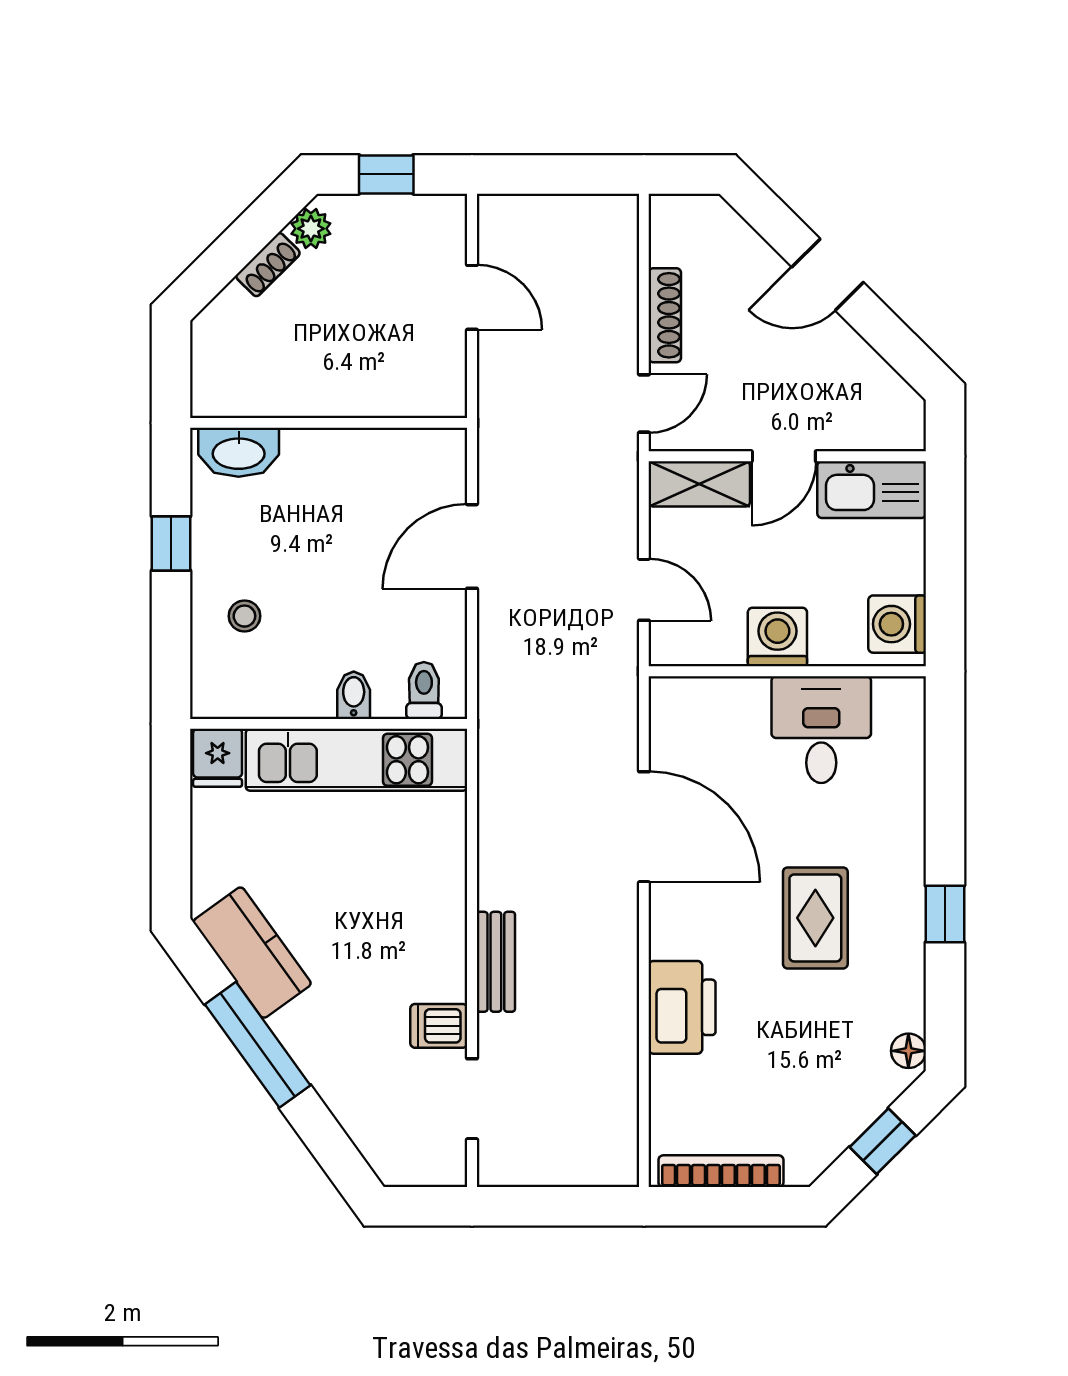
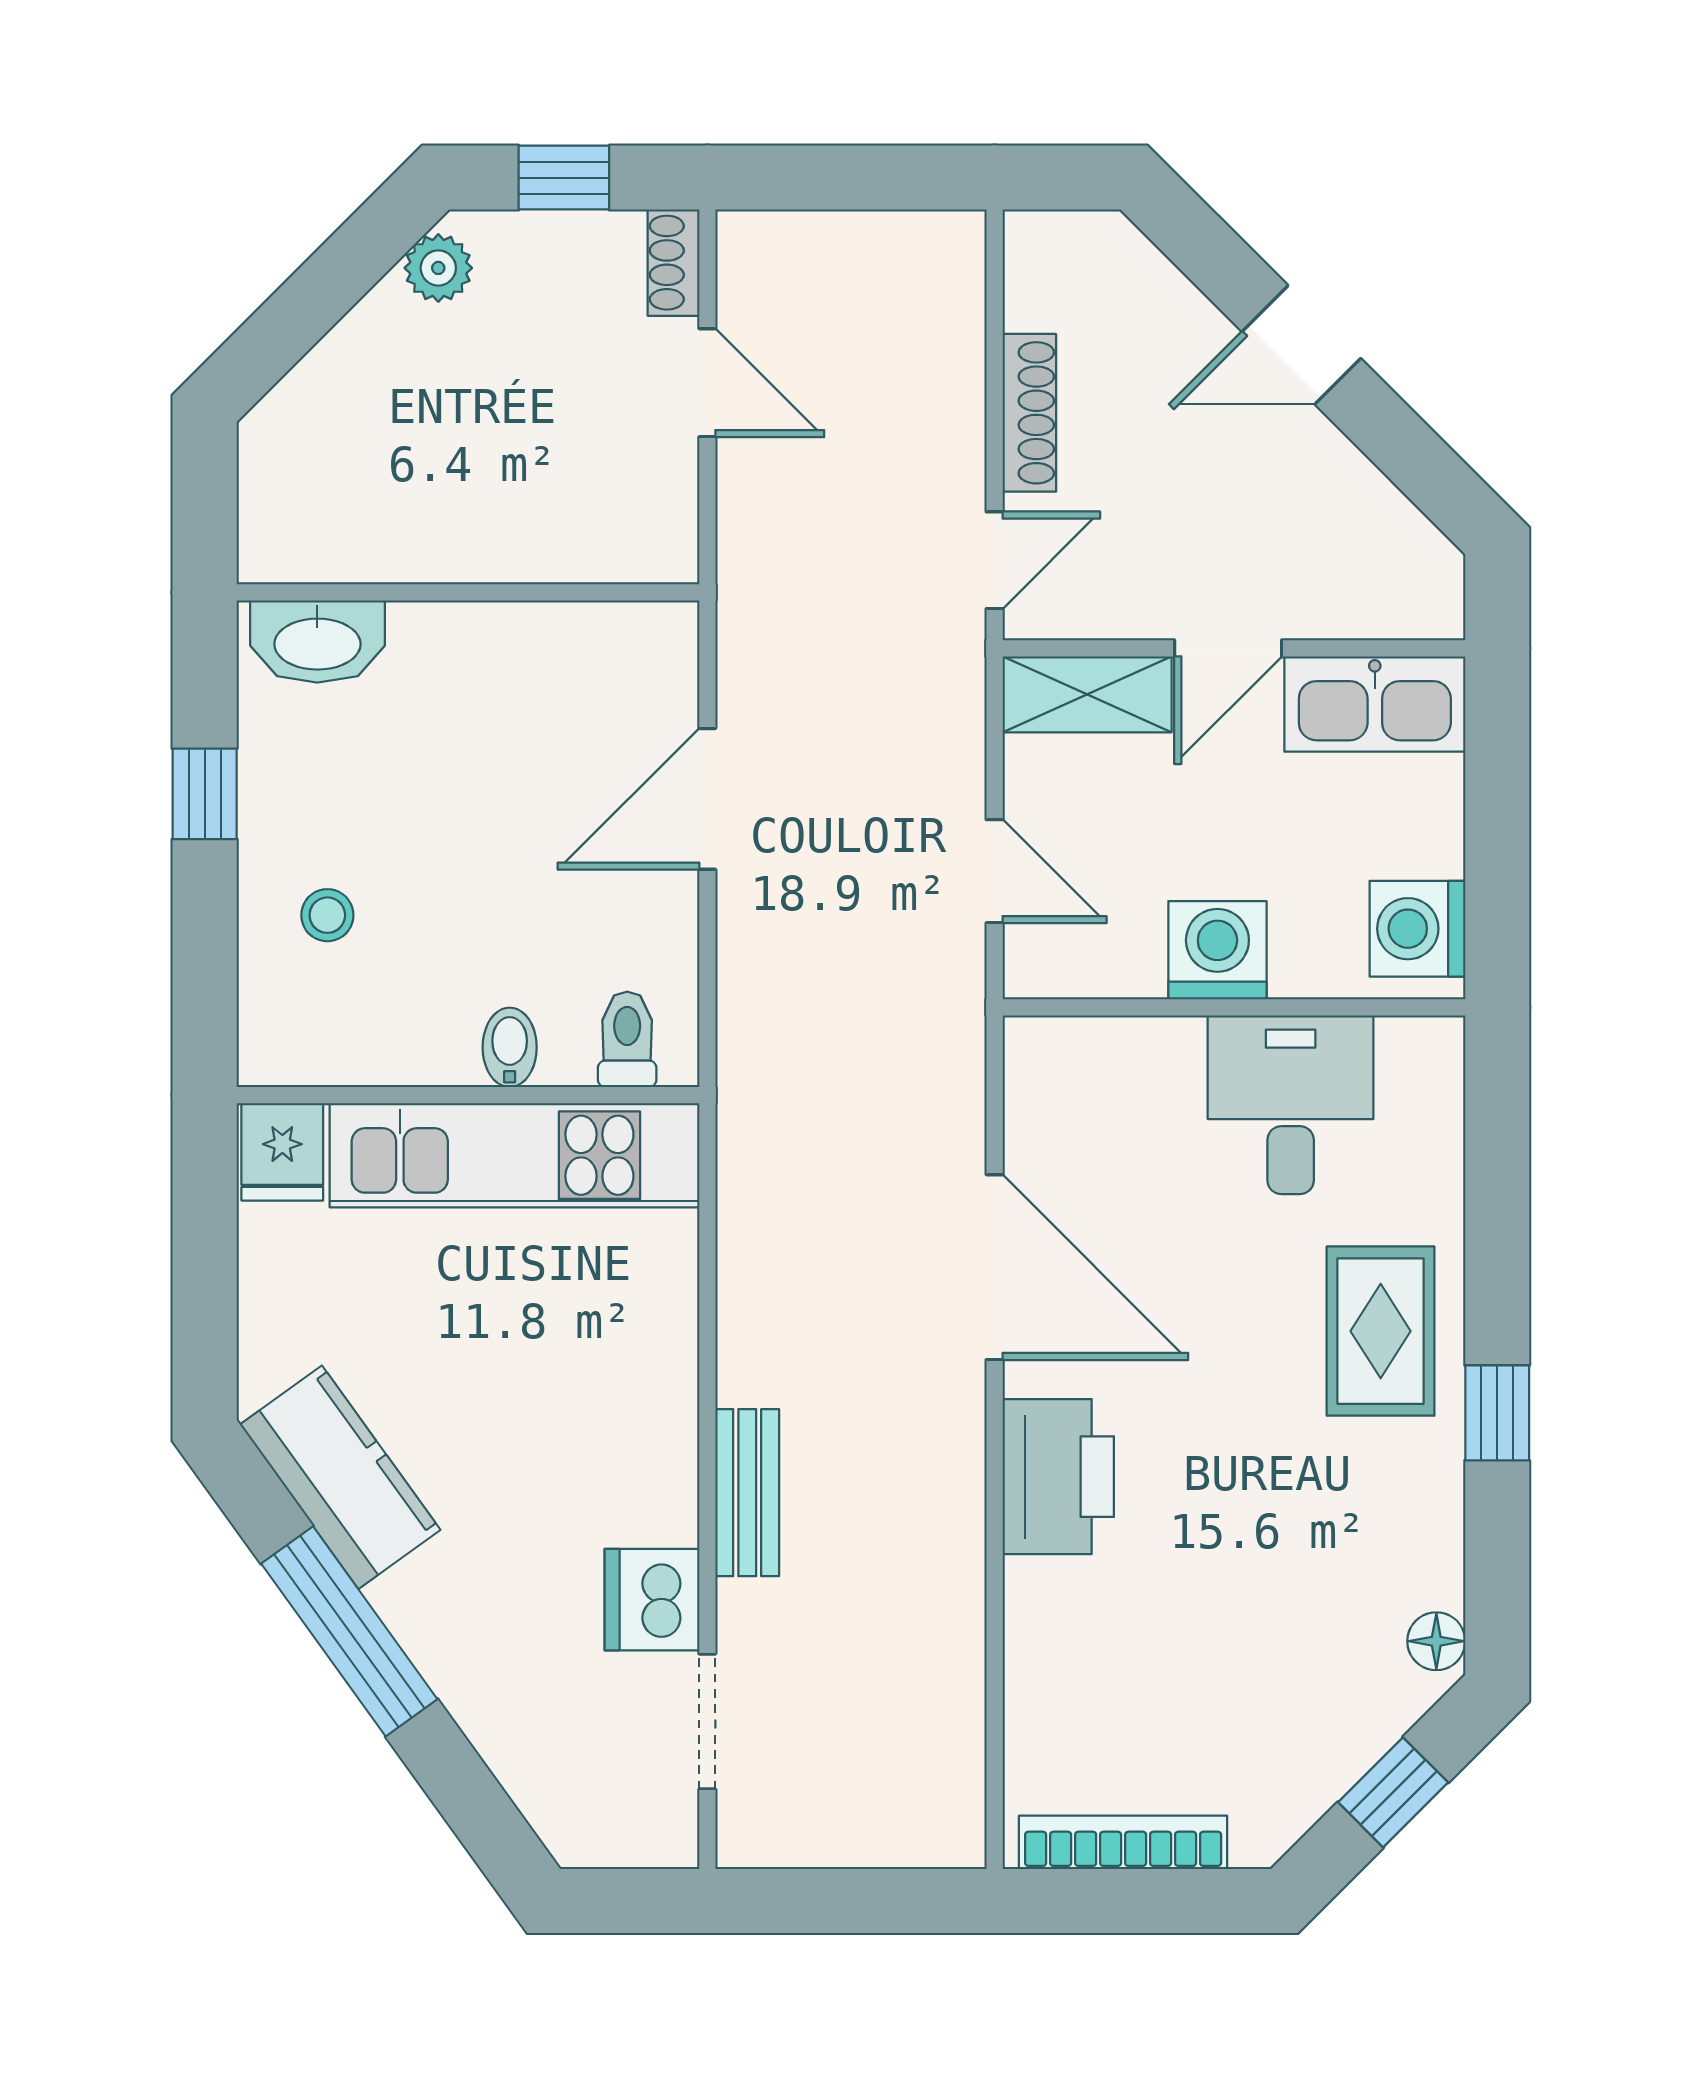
shoe rack: (268, 265) -> (674, 263), moved, turned 135
rug: (815, 918) -> (1381, 1331), moved
printer: (682, 1007) -> (1058, 1477), moved
dishwasher: (439, 1026) -> (652, 1600), width x1.38

